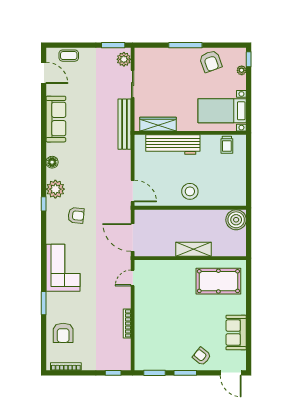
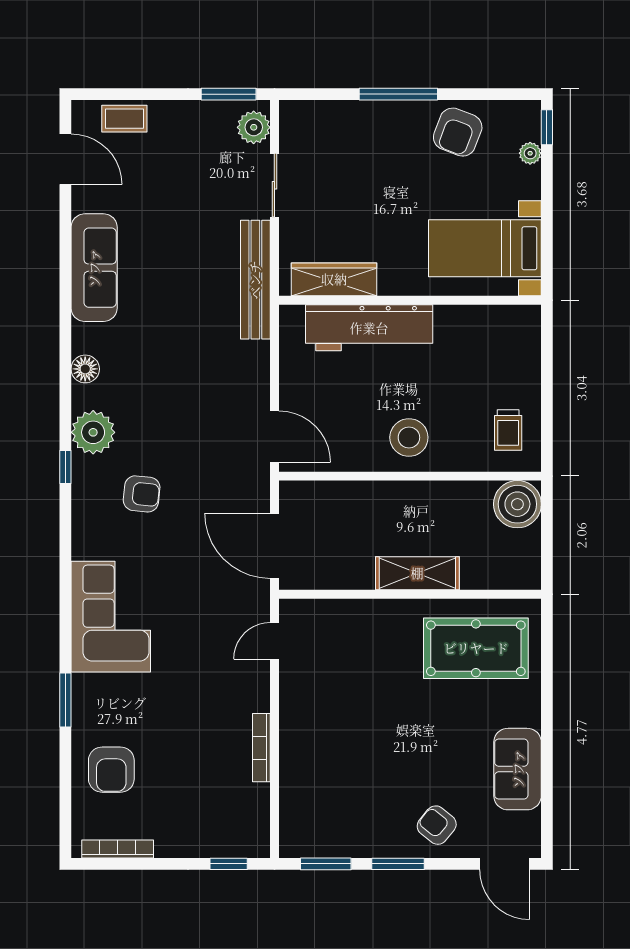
armchair: (211, 61) -> (458, 132), turned 41
trolley: (227, 145) -> (508, 430), moved

